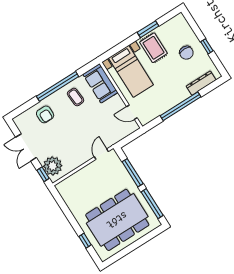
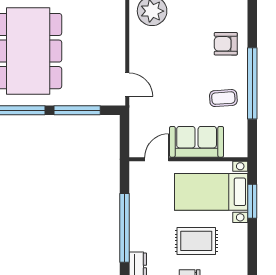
window: (148, 29) -> (252, 201), moved
rug: (153, 48) -> (196, 241), moved
sofa: (100, 83) -> (197, 142), moved

